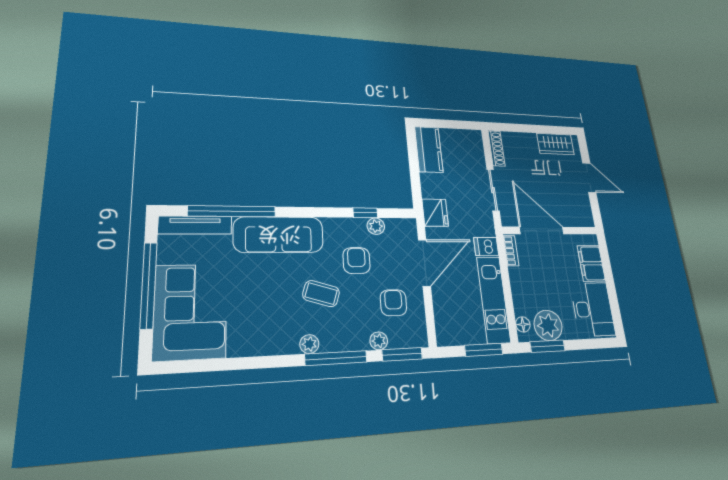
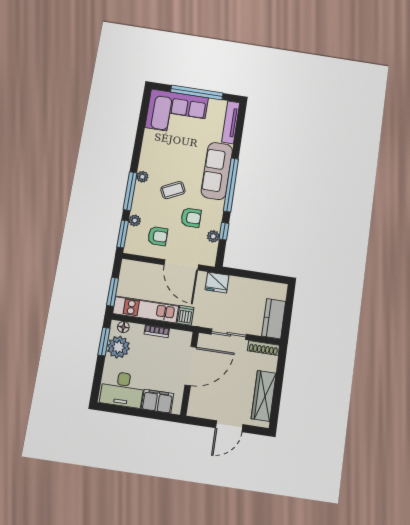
wardrobe: (555, 144) -> (264, 396), width x1.50
kitchen counter: (429, 149) -> (274, 319), moved, turned 90
window: (232, 211) -> (231, 185), moved
bookcase: (511, 251) -> (157, 331), moved
coffee table: (321, 294) -> (173, 190), turned 47

